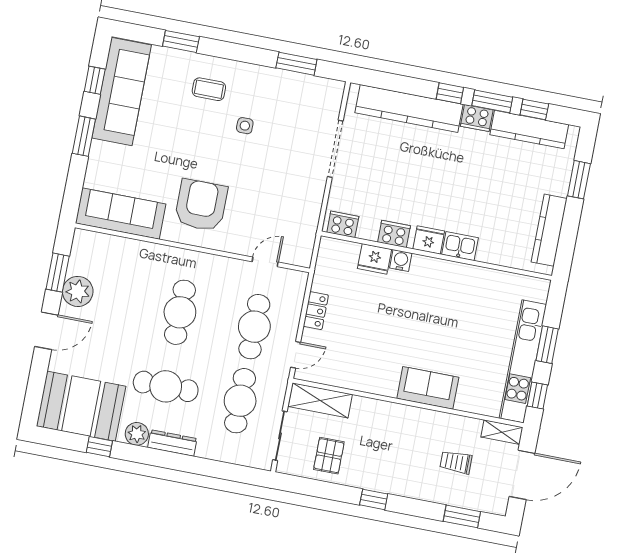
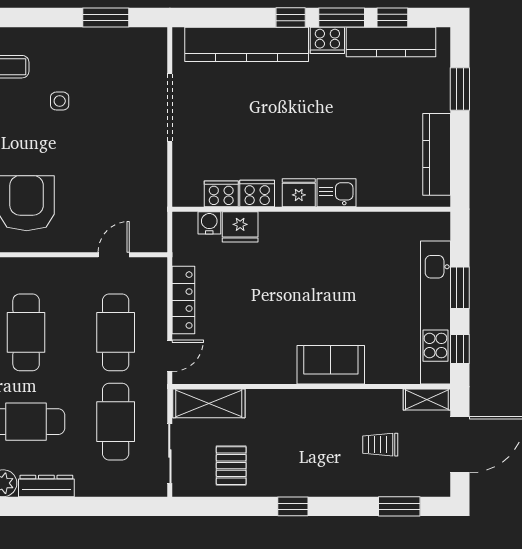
cooker: (343, 224) -> (221, 194), moved
water cooler: (401, 261) -> (209, 223), moved
locker: (316, 311) -> (183, 300), width x1.53

